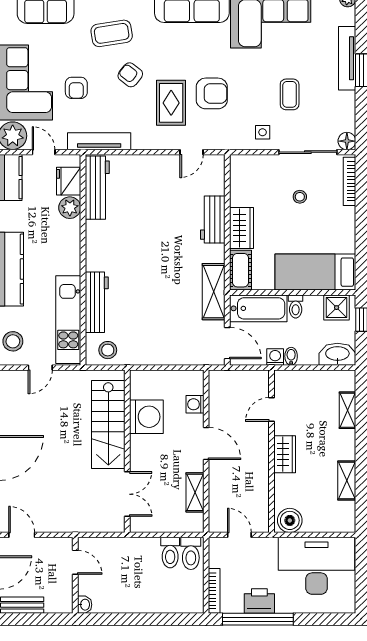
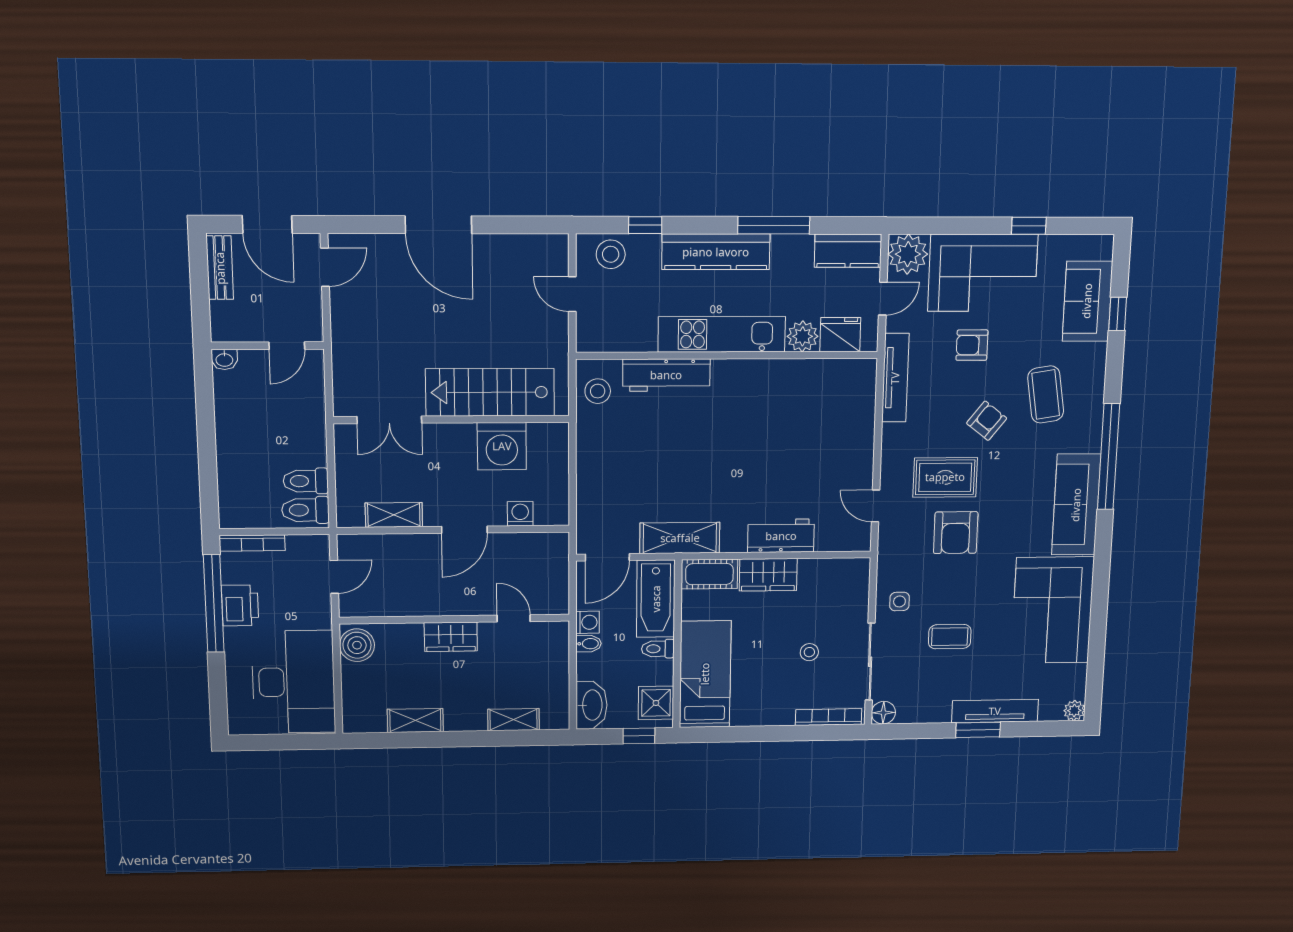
workbench: (97, 188) -> (830, 375), removed
kitchen unit: (68, 320) -> (722, 334), moved

